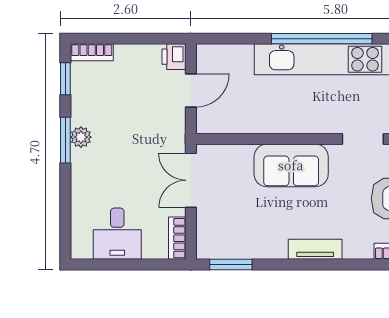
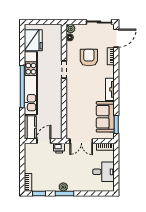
printer: (174, 57) -> (59, 148), moved
kitchen counter: (224, 58) -> (30, 127), added
door: (191, 90) -> (44, 141), hinge flipped
sofa: (291, 165) -> (105, 117), moved, turned 180

